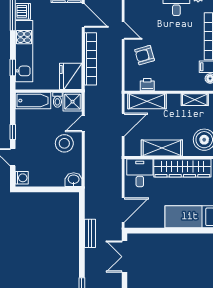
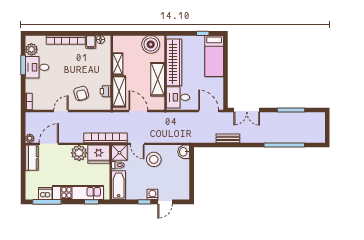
plant: (72, 52) -> (79, 153), added
bookcase: (90, 59) -> (106, 138), moved
shelving: (195, 100) -> (118, 64), moved
washing machine: (22, 178) -> (152, 194), moved

